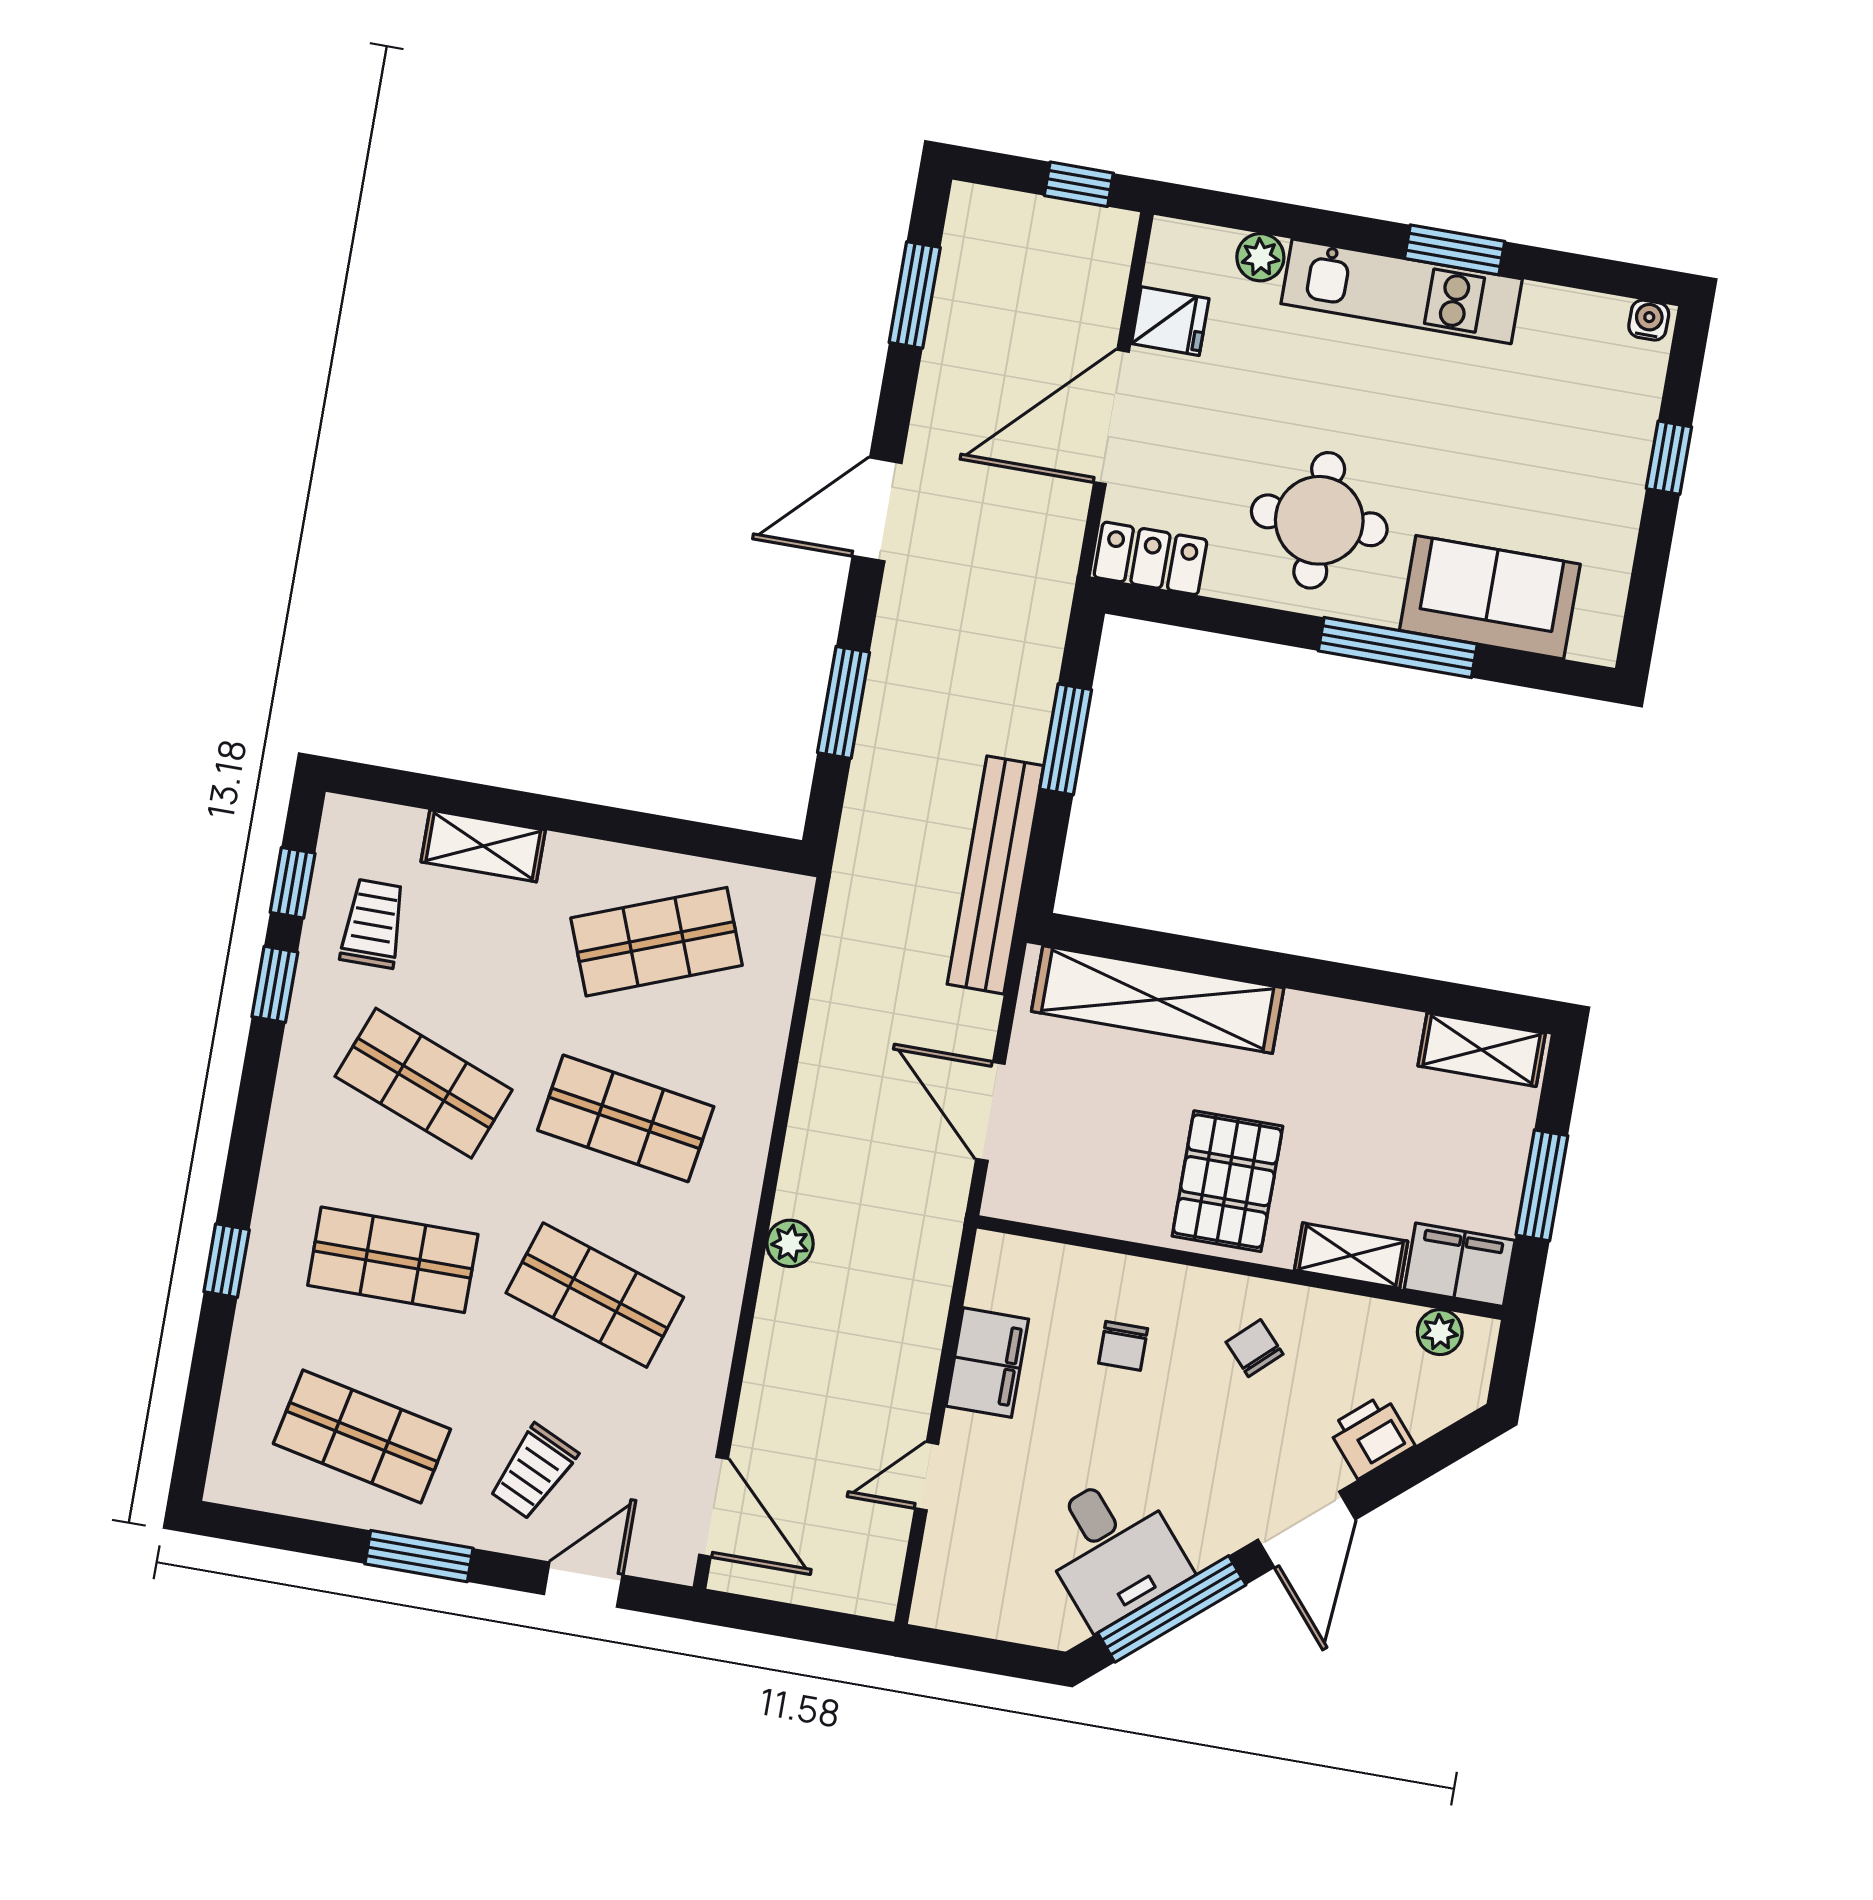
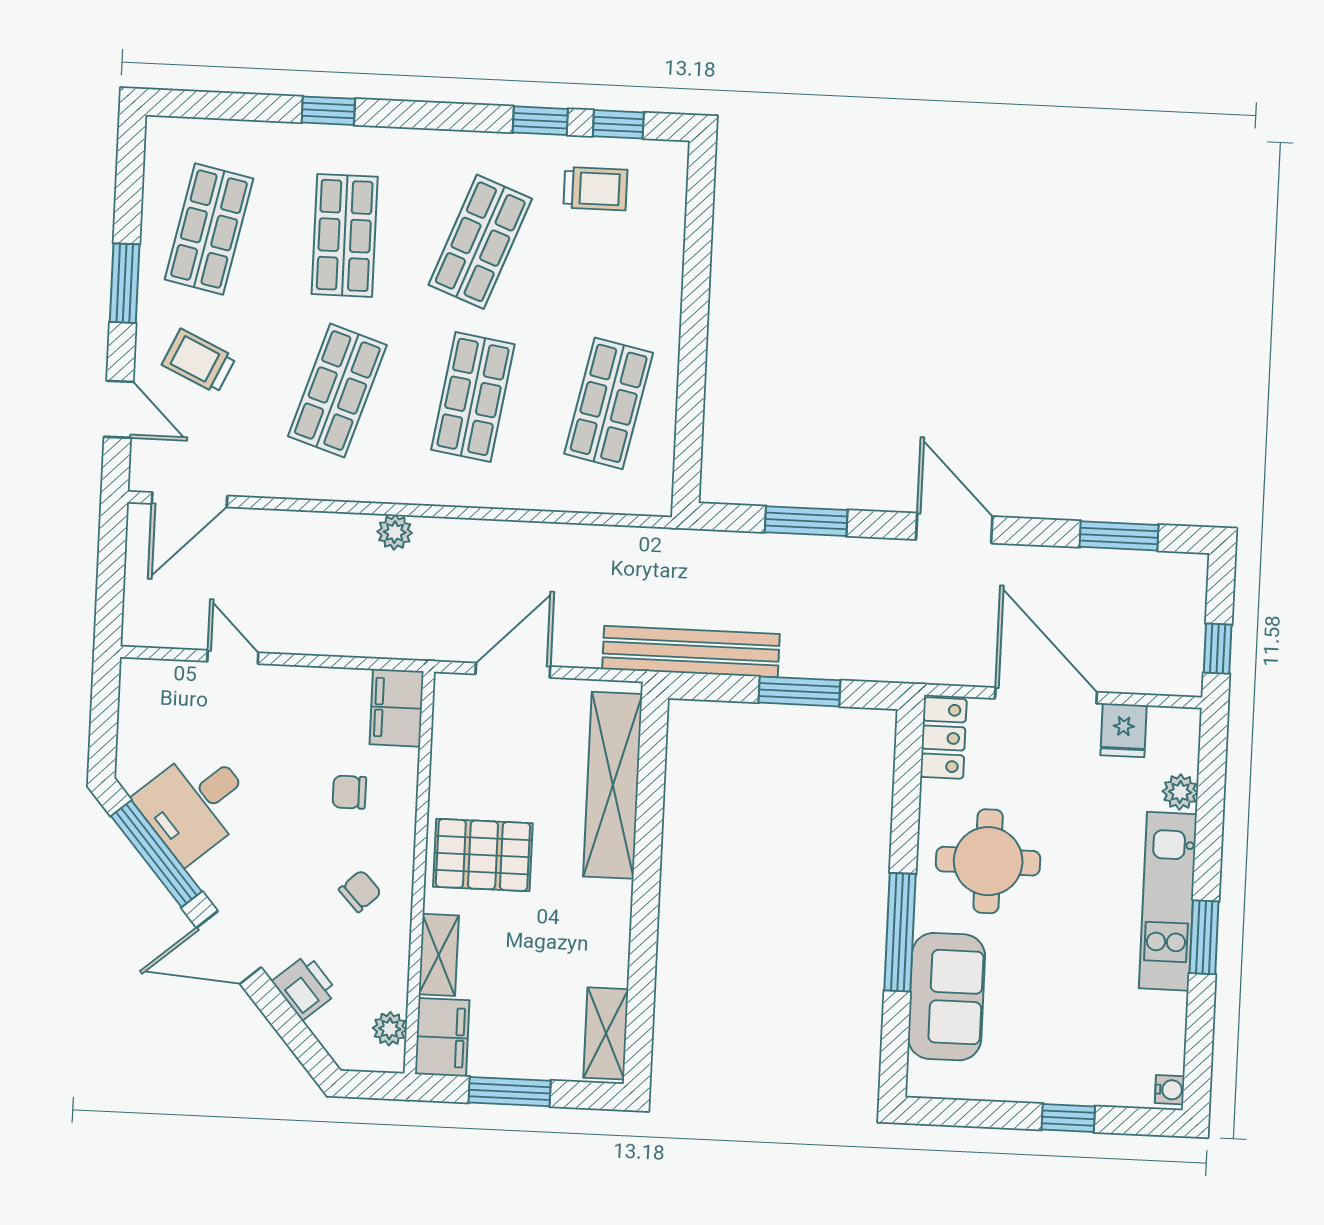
shelving: (483, 846) -> (664, 264), removed
shop shelf: (657, 942) -> (609, 403), turned 33
filing cabinet: (987, 1363) -> (397, 708), moved, turned 90

